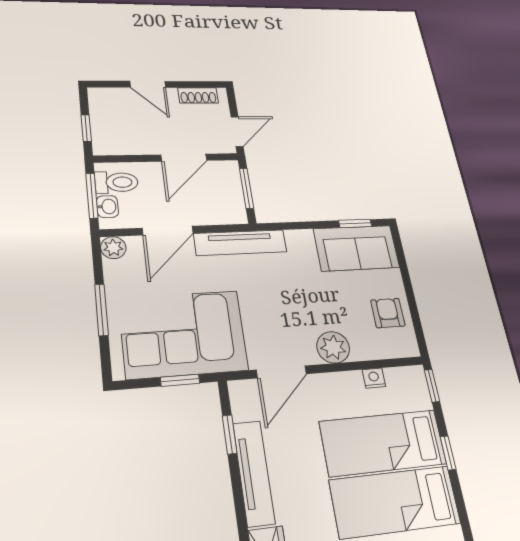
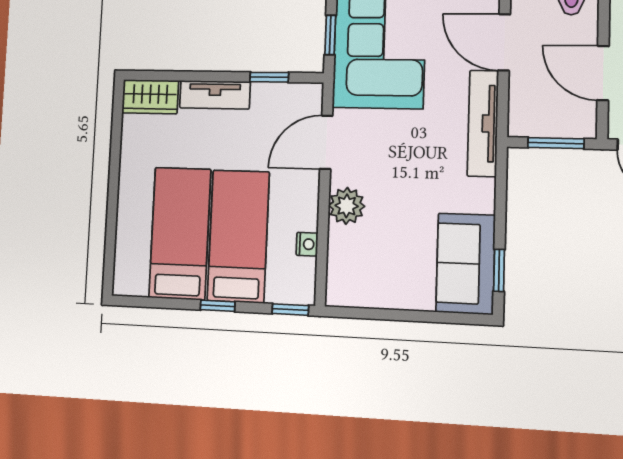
armchair: (388, 313) -> (380, 281), removed
door: (281, 372) -> (326, 142), hinge flipped
tv unit: (254, 473) -> (215, 95), width x0.71

